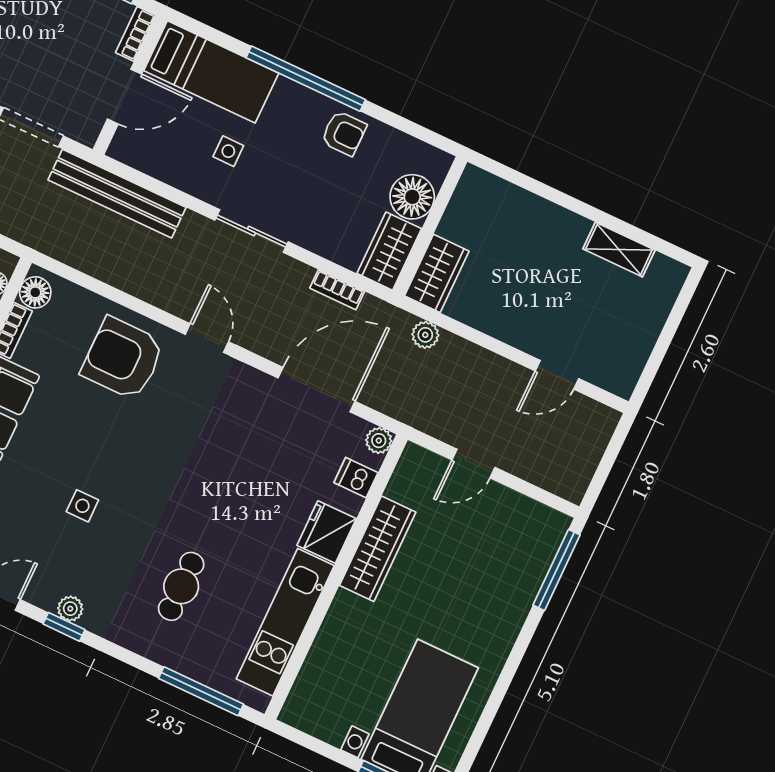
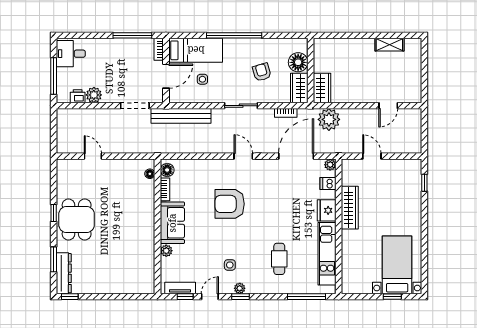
armchair: (344, 133) -> (262, 72), moved, turned -106
side table: (228, 151) -> (202, 79), moved
plant: (425, 335) -> (329, 119), width x1.88, depth x1.88
armchair: (123, 358) -> (230, 204), moved
door: (473, 464) -> (372, 156), swing flipped
side table: (82, 506) -> (230, 265), moved
window: (556, 570) -> (424, 183), width x0.46

